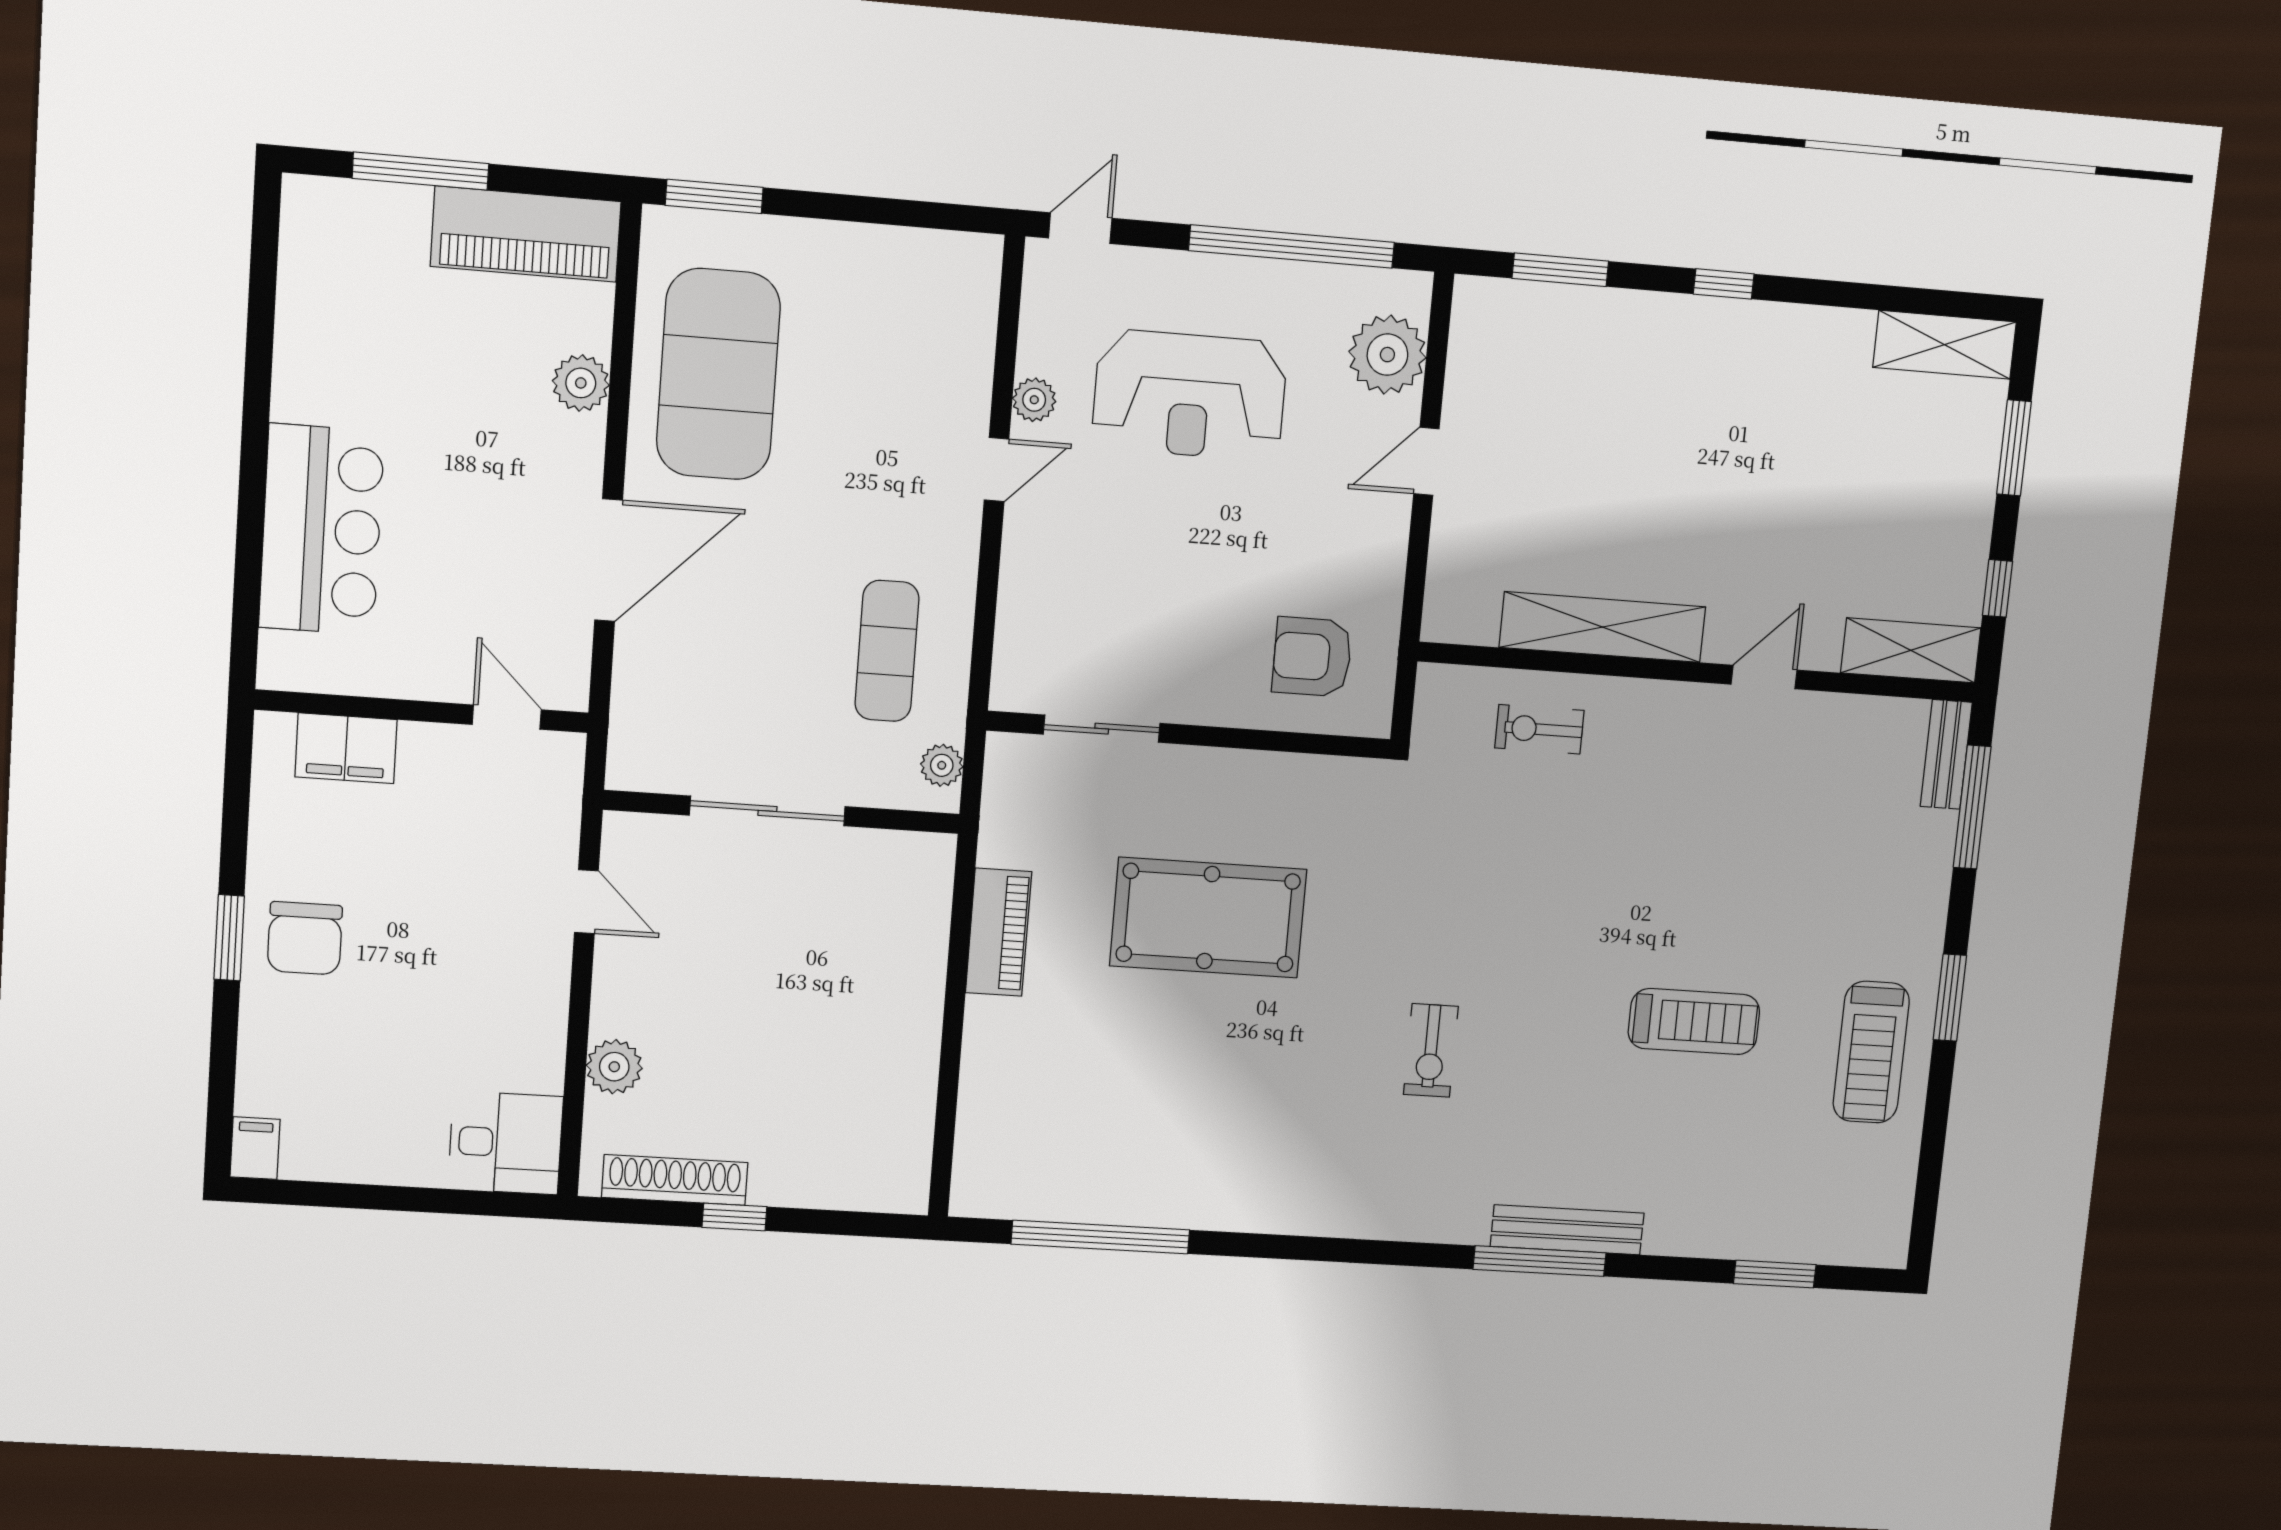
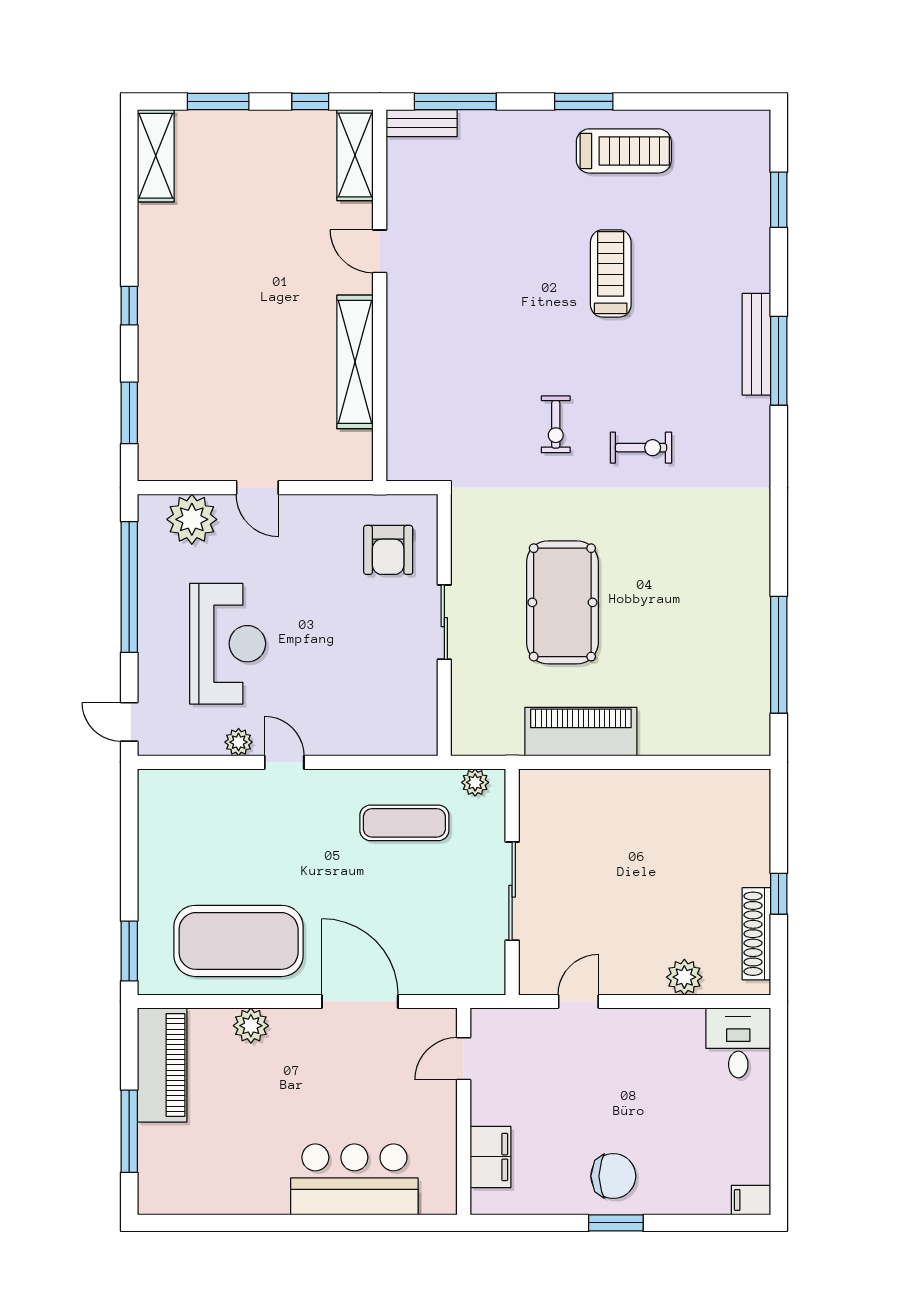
sliding door: (1102, 729) -> (444, 622), moved
exercise bike: (1539, 729) -> (556, 424), moved
piano: (999, 932) -> (581, 732), width x1.37, depth x1.33

